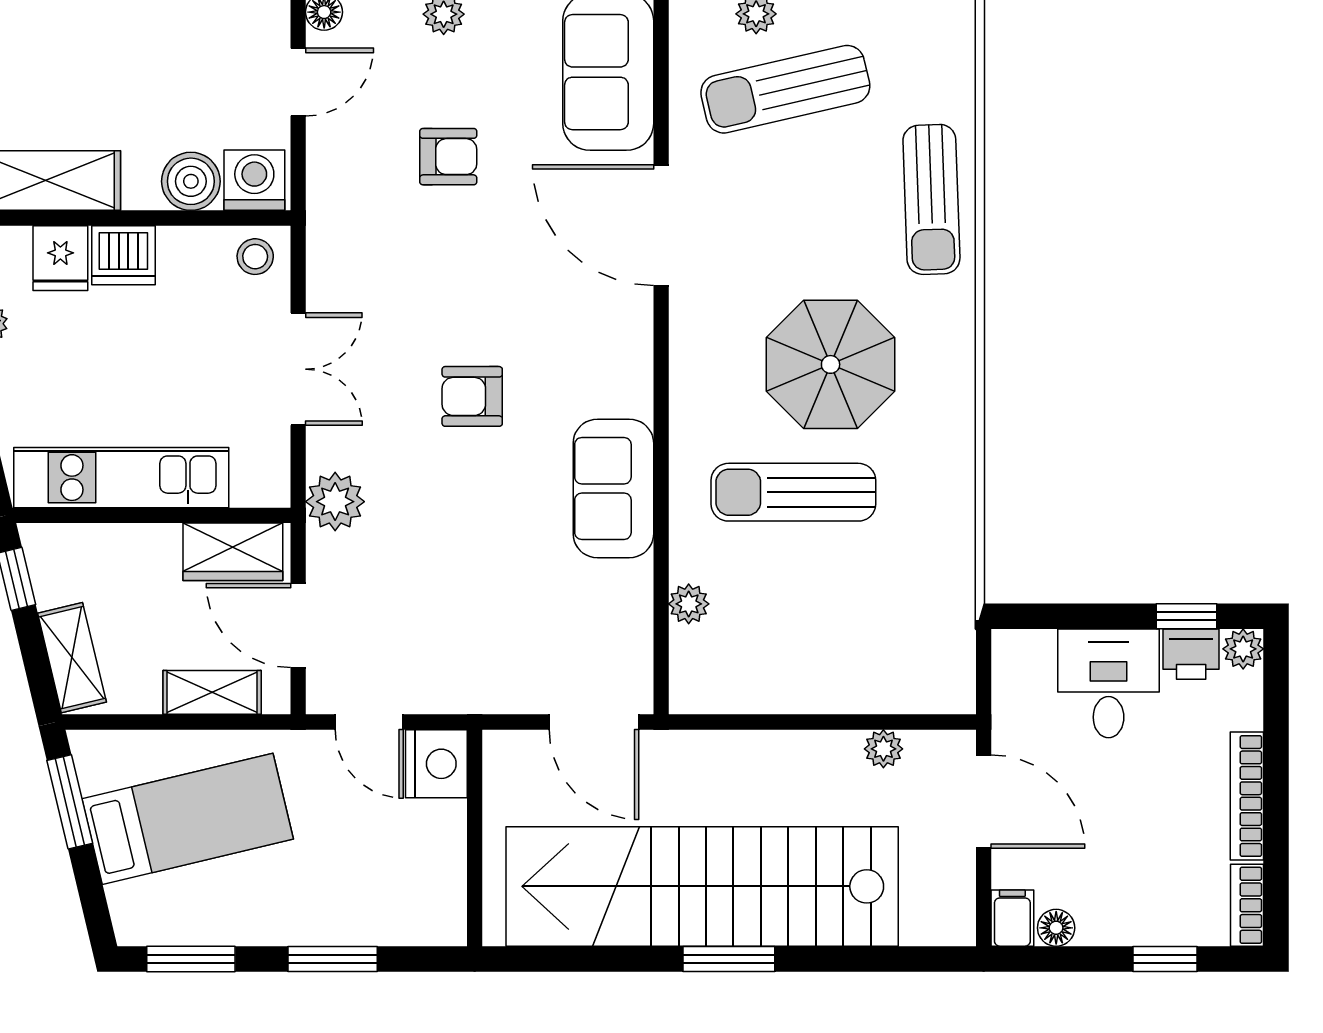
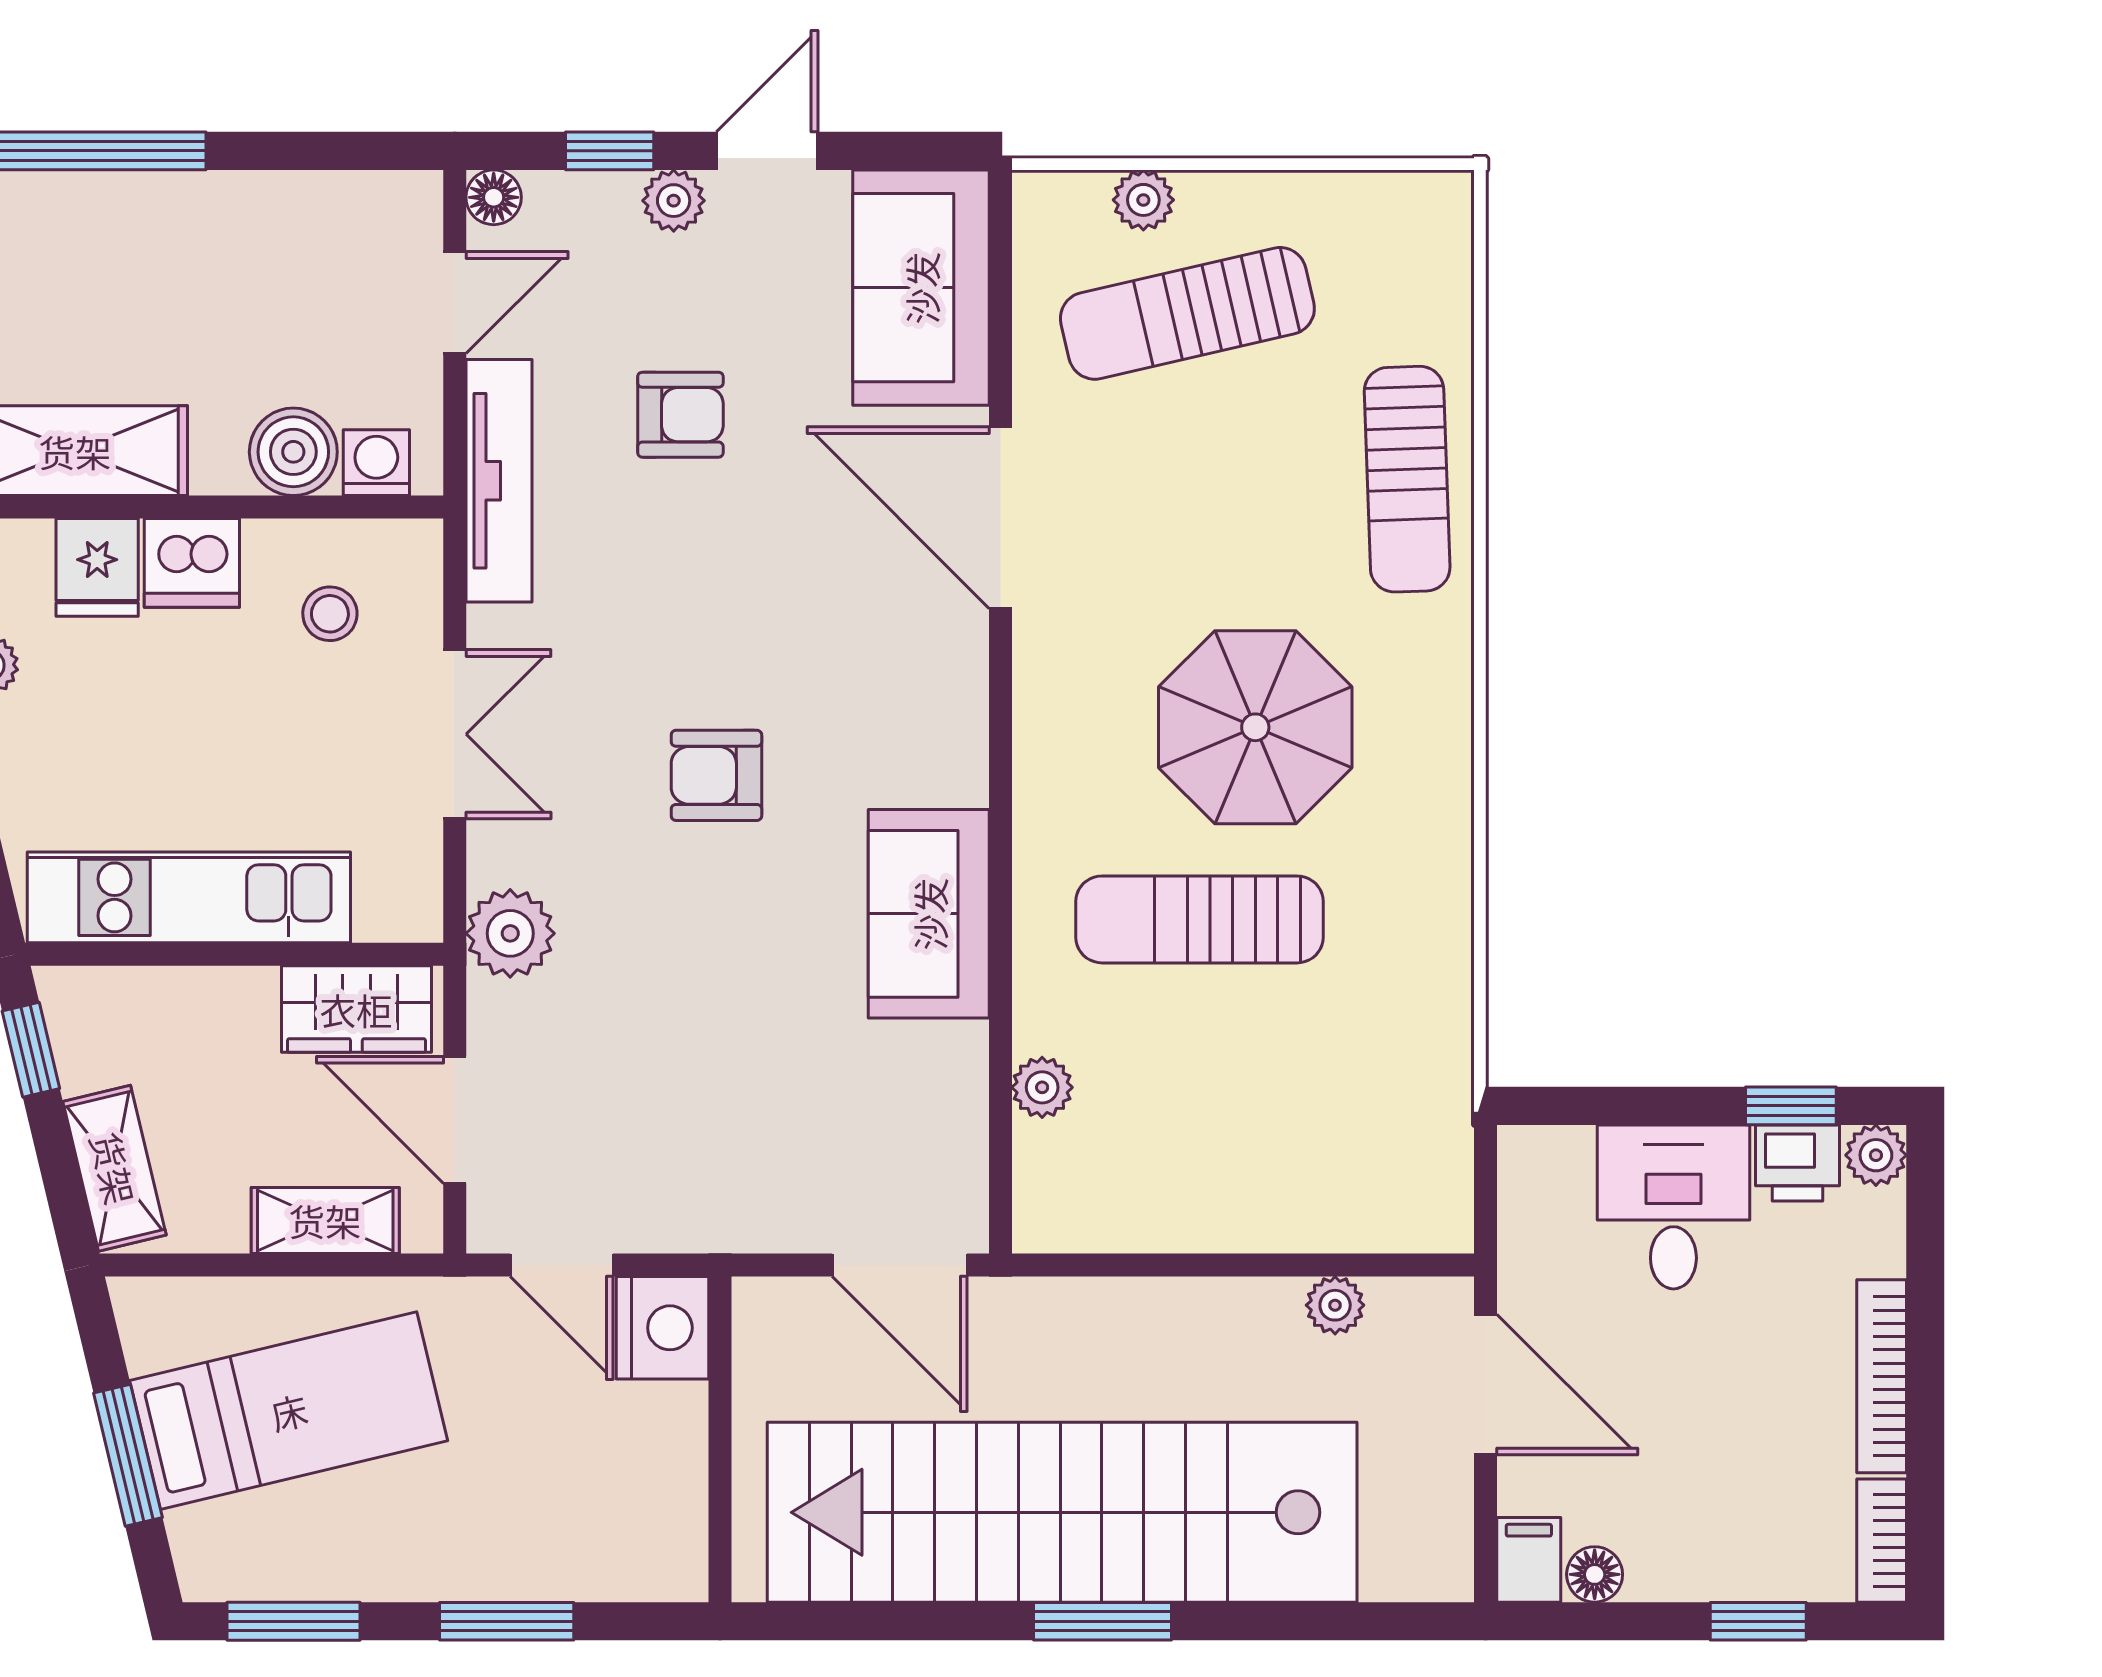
washing machine: (254, 180) -> (376, 463), width x0.73, depth x0.73
tv unit: (328, 201) -> (499, 481), added
stool: (255, 257) -> (330, 614), moved
window: (70, 802) -> (128, 1455), moved

